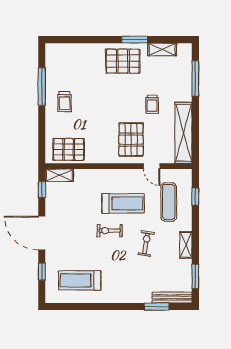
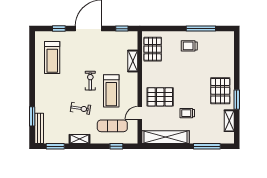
shelving: (59, 175) -> (133, 61), moved
treadmill: (80, 280) -> (52, 58), turned 180

